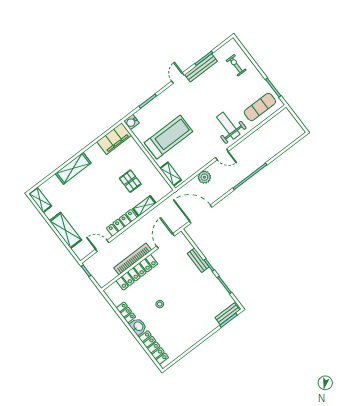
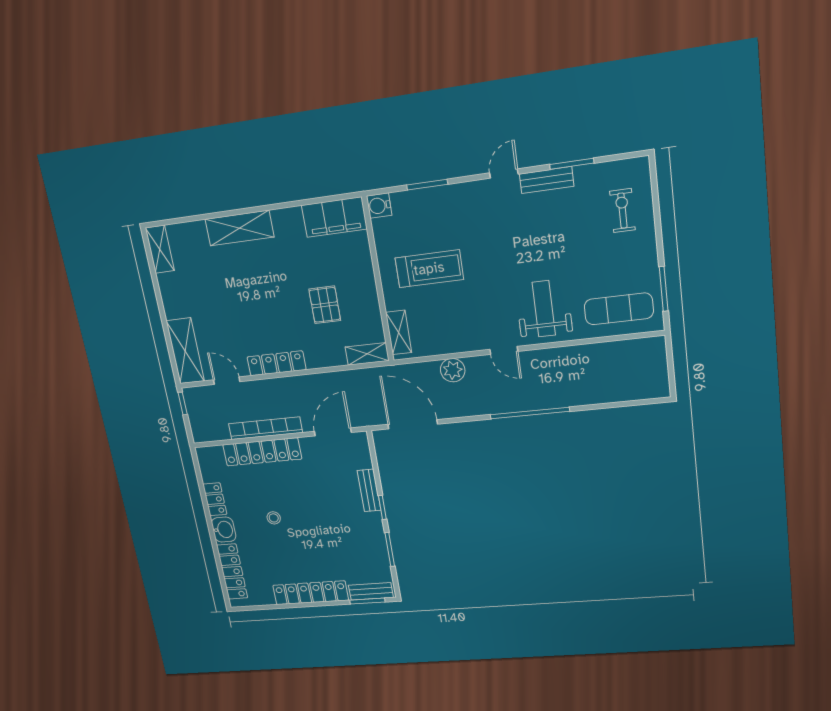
bench: (201, 68) -> (547, 180), width x0.73
treadmill: (169, 137) -> (429, 269), width x0.73, depth x0.73
shelving: (144, 206) -> (367, 354), moved
shelving: (66, 230) -> (185, 351), moved
locker: (198, 334) -> (311, 593), added

